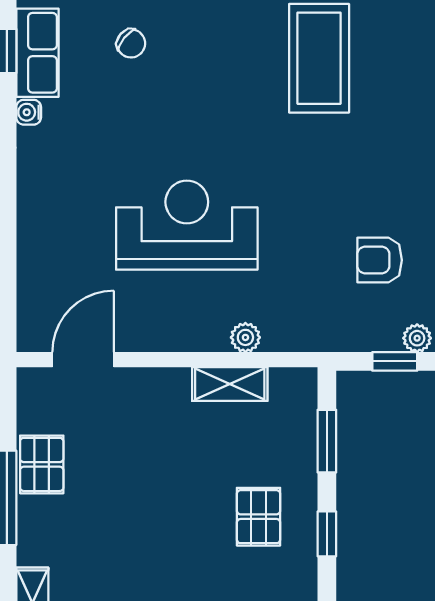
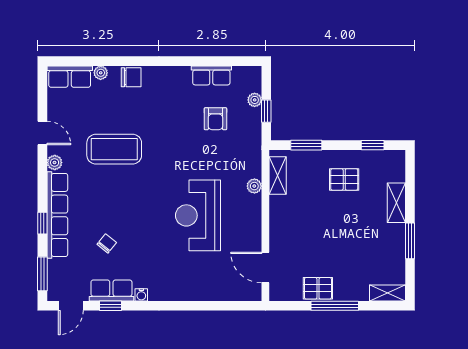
shelving: (230, 384) -> (278, 176), moved
window: (327, 534) -> (373, 145), moved

